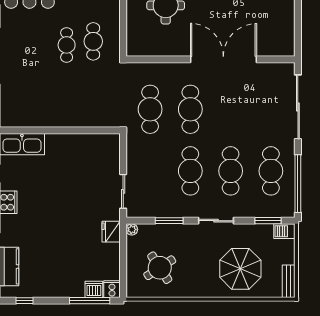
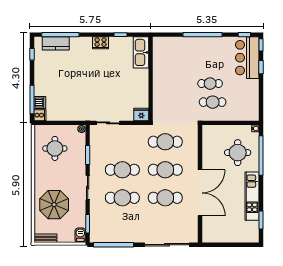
cafe table: (271, 171) -> (165, 198), moved
fridge: (111, 232) -> (141, 115), moved
round table: (160, 268) -> (55, 148), turned 33

